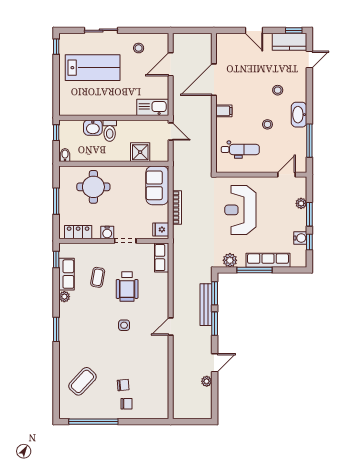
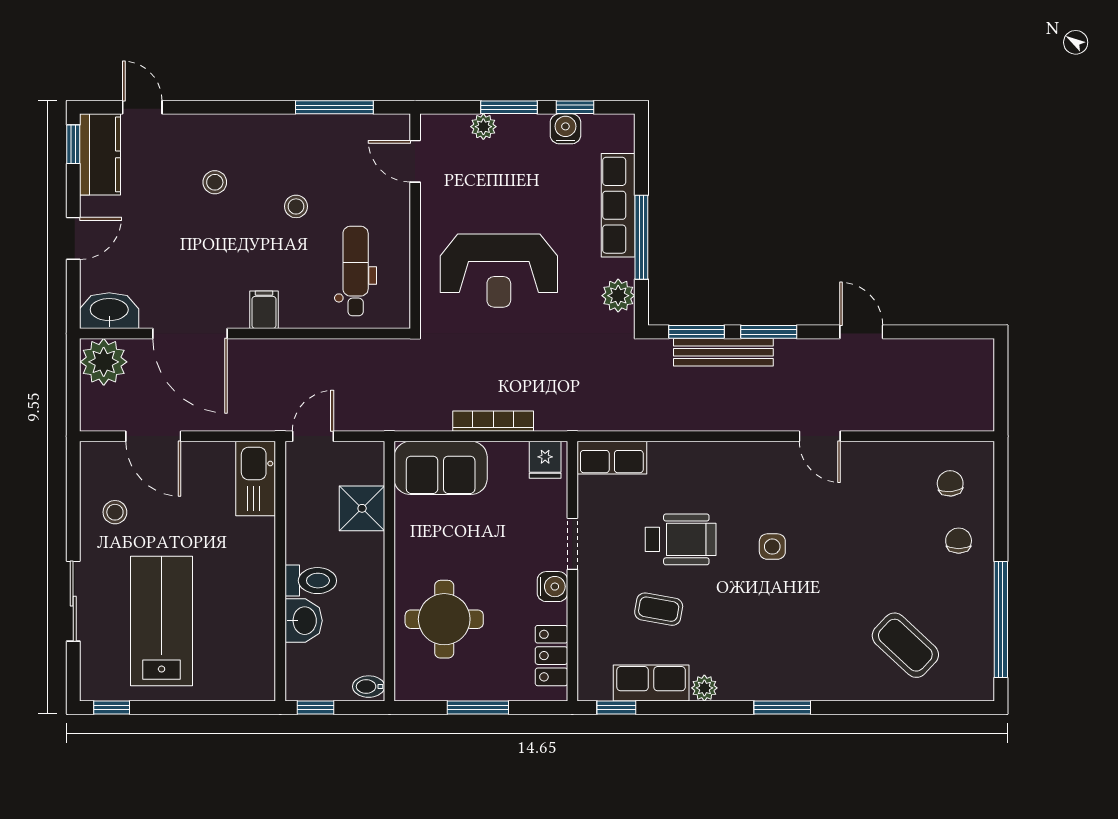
washbasin: (299, 115) -> (109, 311), moved, turned 180
door: (171, 326) -> (820, 436), moved
plant: (207, 381) -> (104, 362), moved, width x1.88, depth x1.88
chair: (123, 385) -> (950, 483), moved

